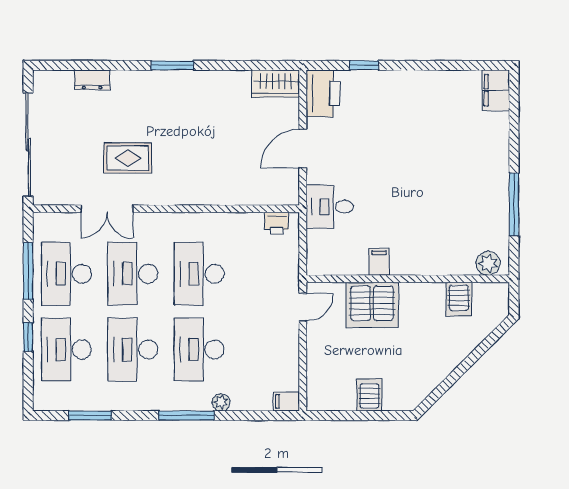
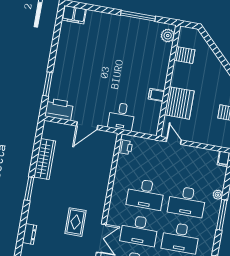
window: (364, 65) -> (48, 84), width x1.50
wardrobe: (276, 84) -> (45, 159), moved, width x1.50
door: (303, 149) -> (87, 126), hinge flipped

